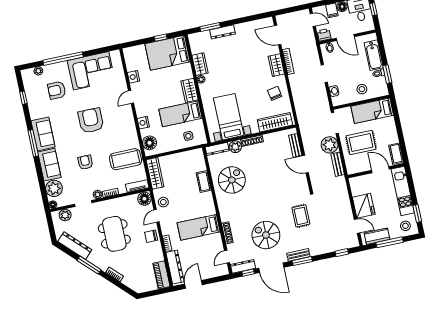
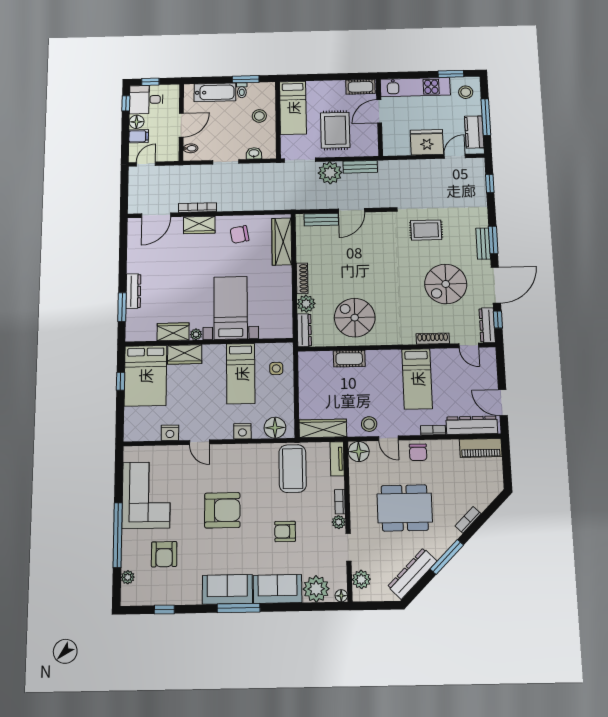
printer: (324, 35) -> (171, 153), removed
wardrobe: (190, 90) -> (185, 354), moved
bed with nightstands: (229, 117) -> (231, 308), moved, turned 90
armchair: (91, 121) -> (222, 510), turned 180

